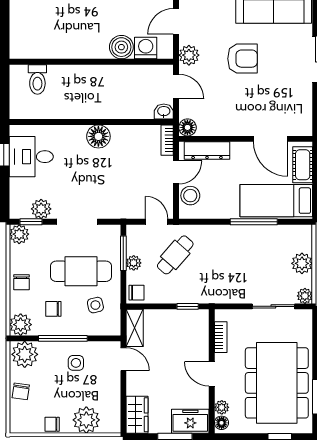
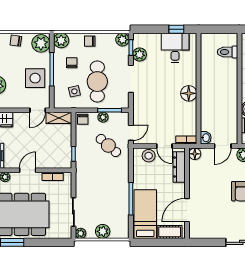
side table: (76, 363) -> (35, 78), width x1.87, depth x1.87

